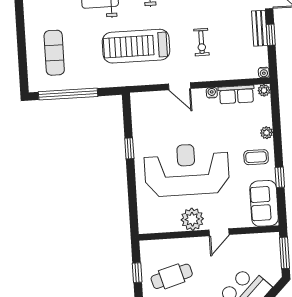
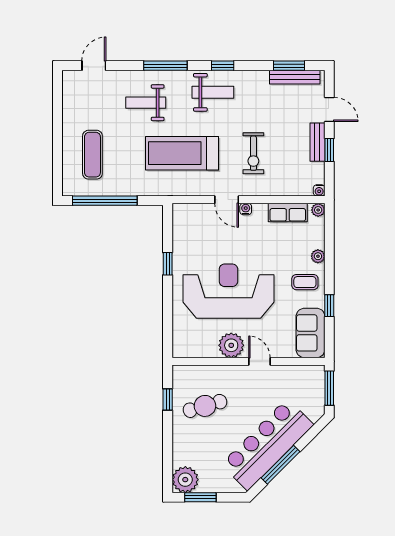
exercise bike: (201, 42) -> (253, 153), width x1.38, depth x1.39
water cooler: (212, 93) -> (246, 209), moved
door: (219, 232) -> (259, 361), swing flipped

